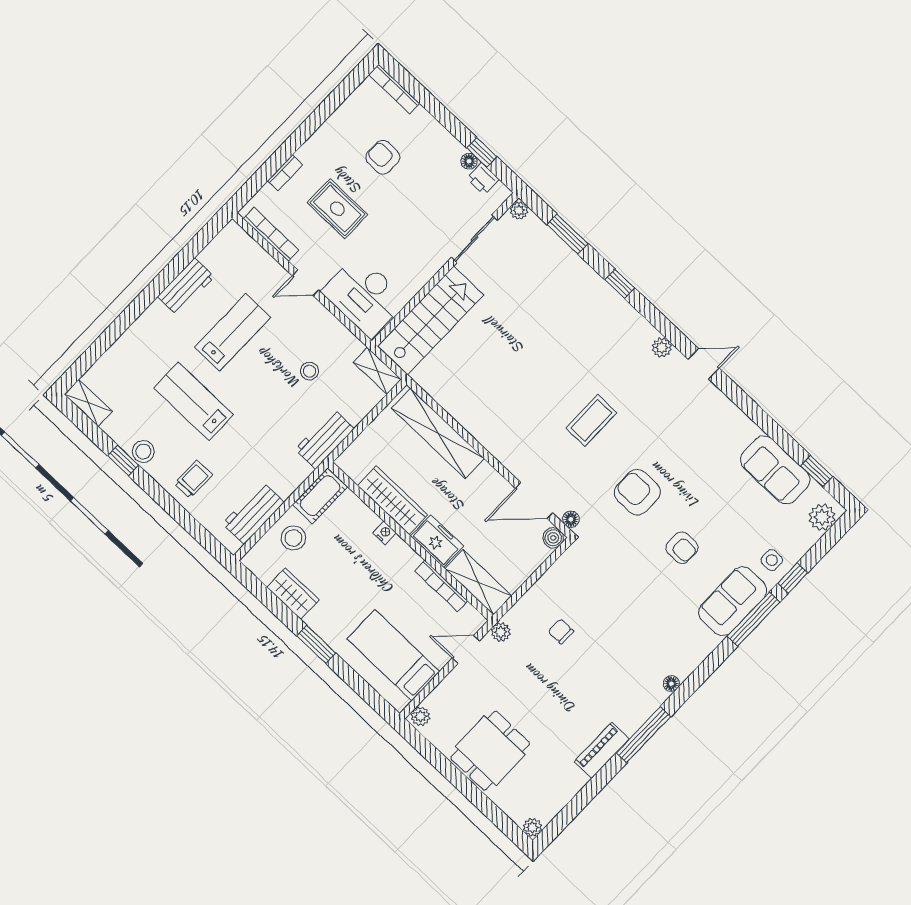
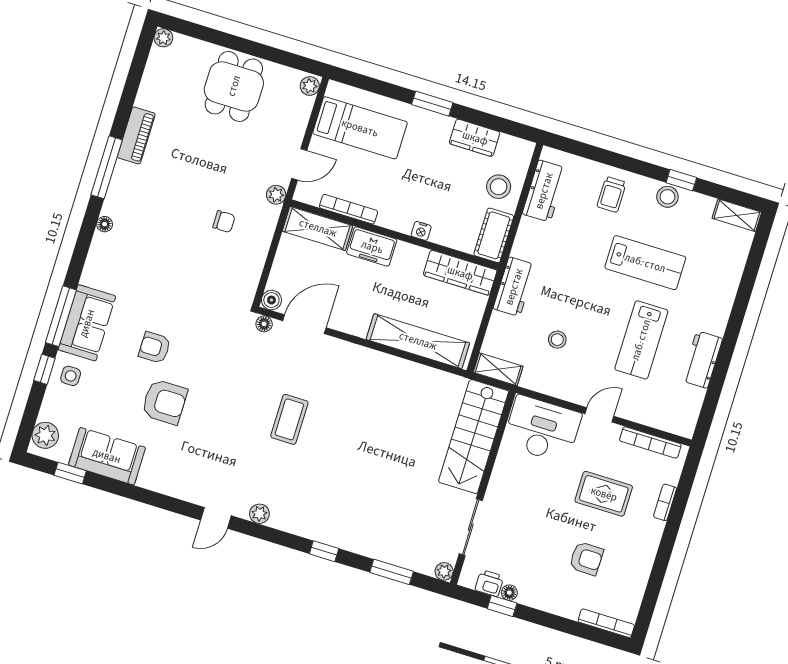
armchair: (637, 492) -> (165, 402), moved
wardrobe: (393, 500) -> (460, 273), moved

